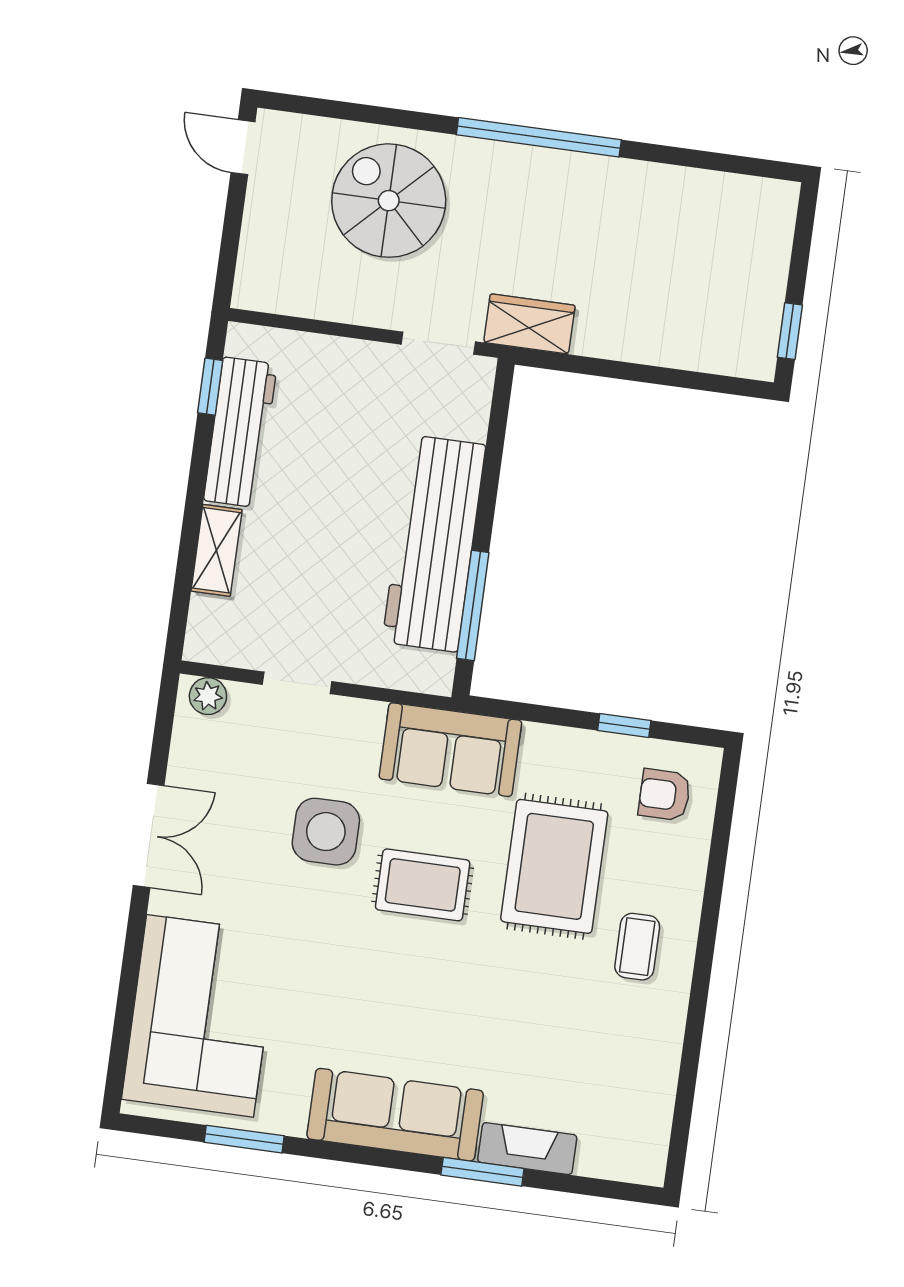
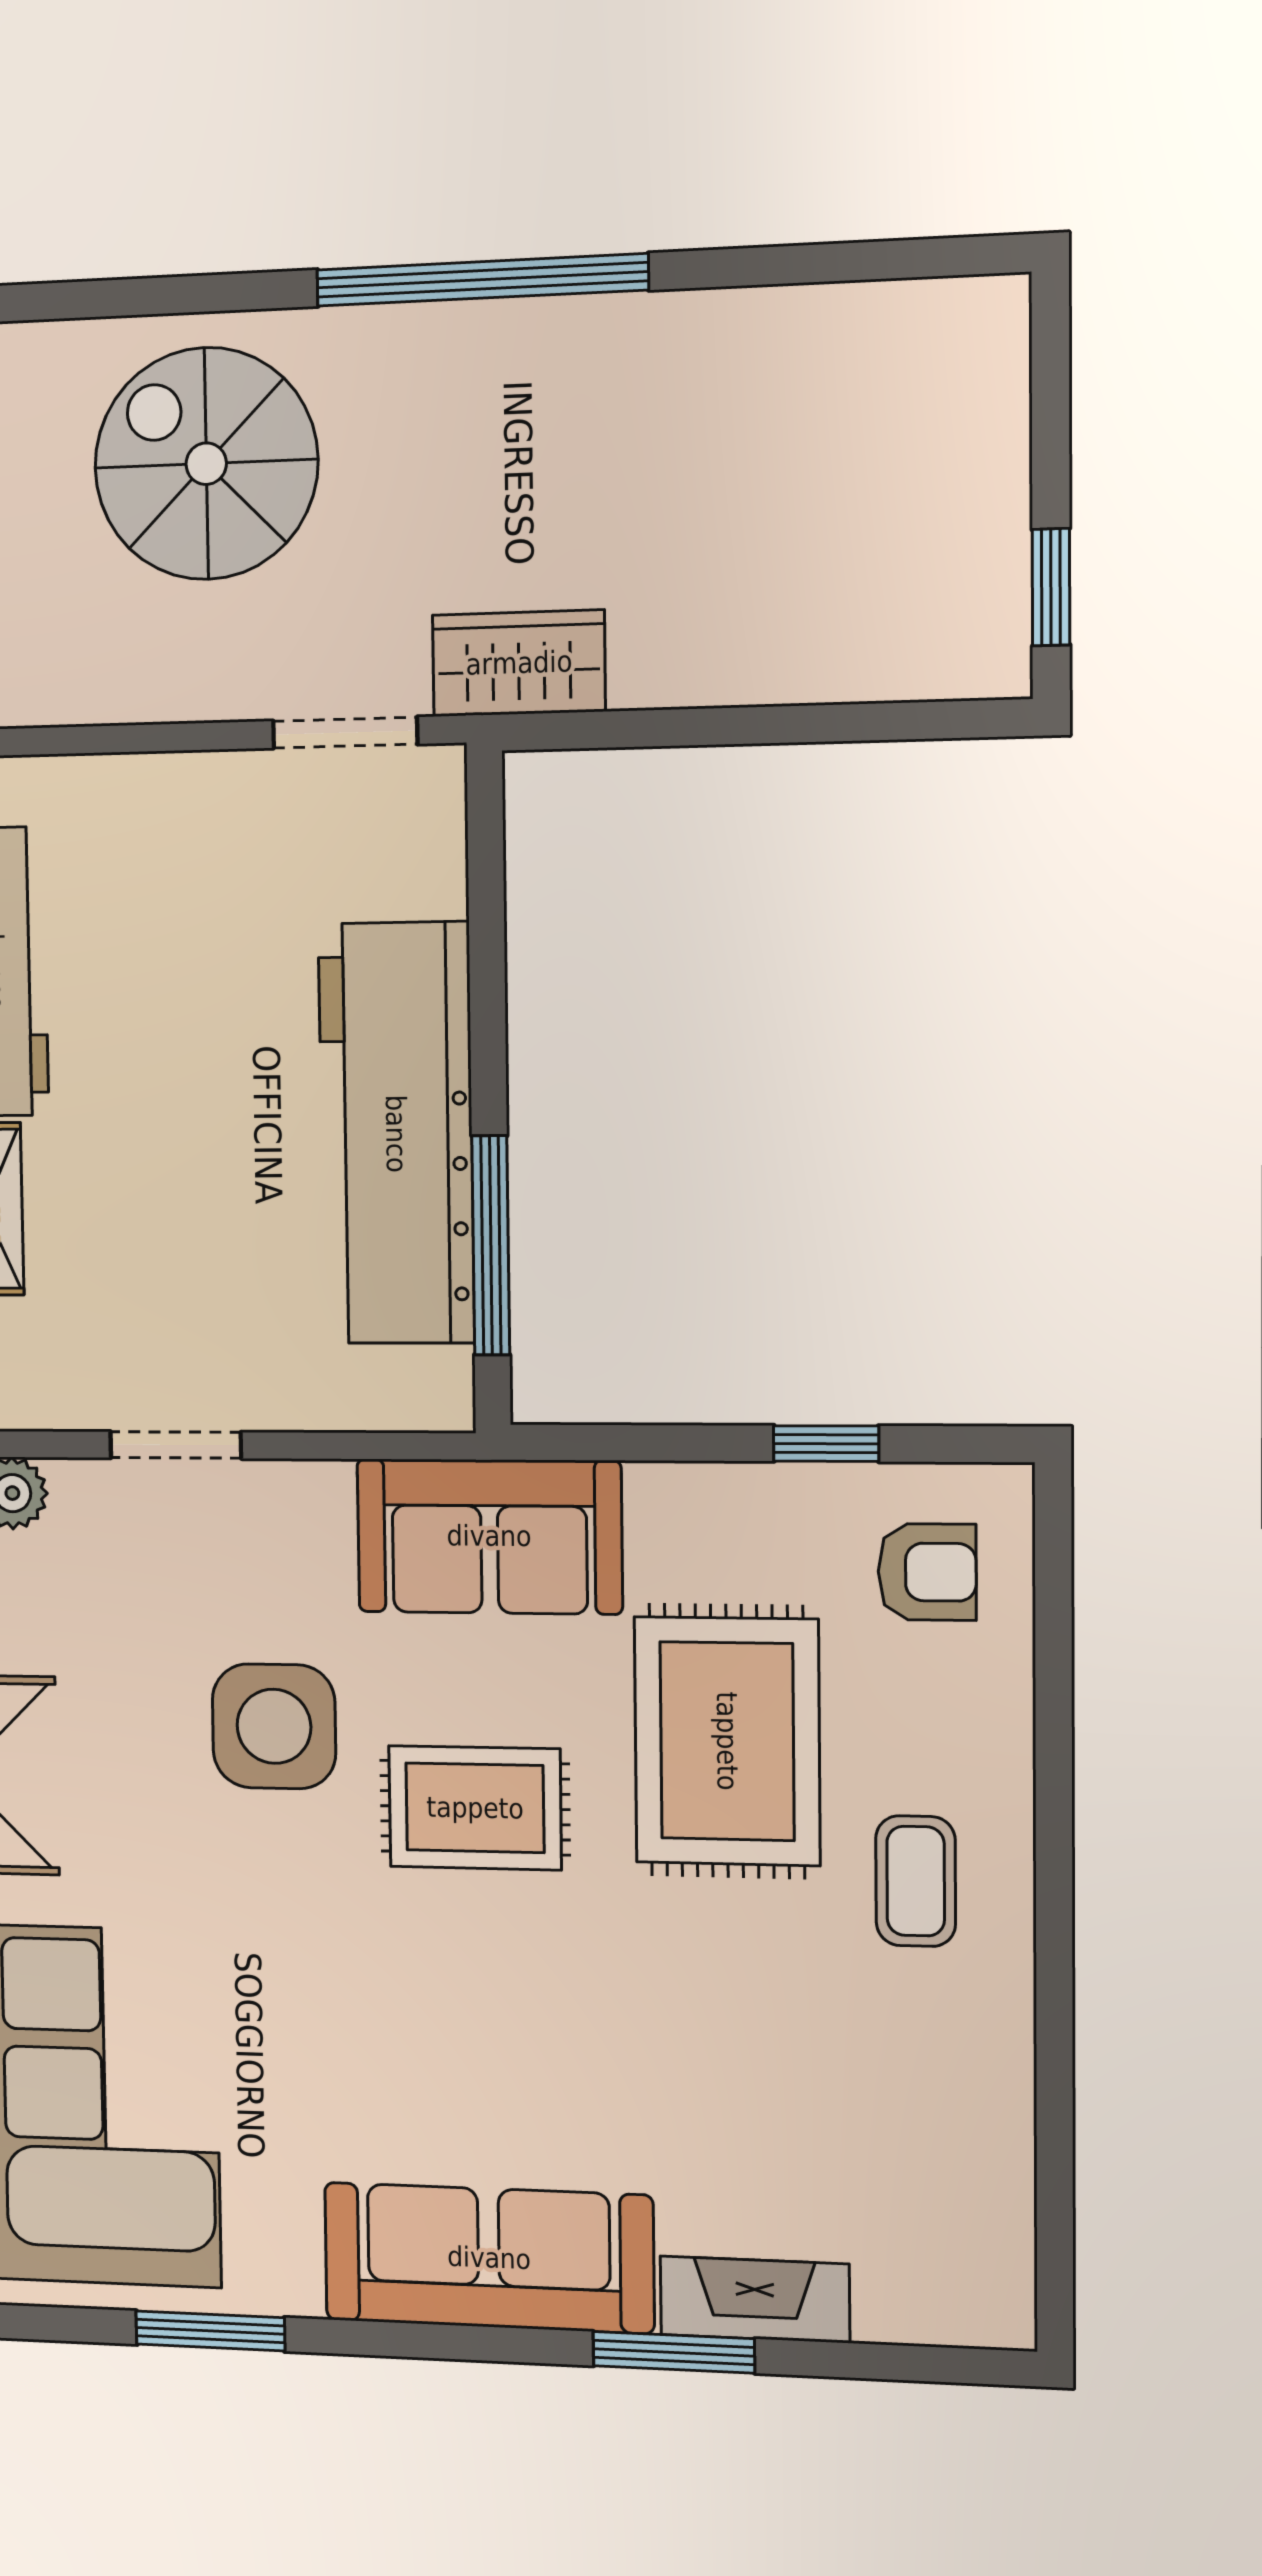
armchair: (664, 795) -> (927, 1572), turned 180

